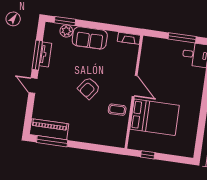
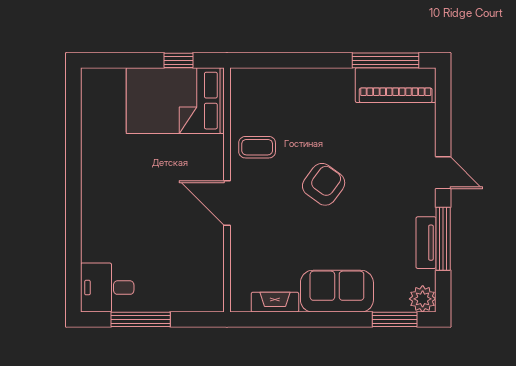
plant: (66, 31) -> (423, 299), moved
fireplace: (129, 38) -> (275, 302), moved
bed: (155, 117) -> (175, 101), moved

